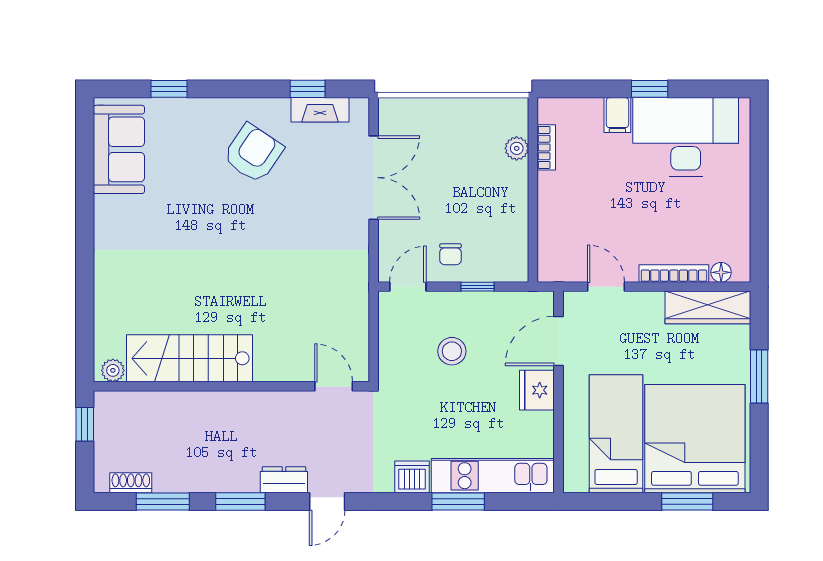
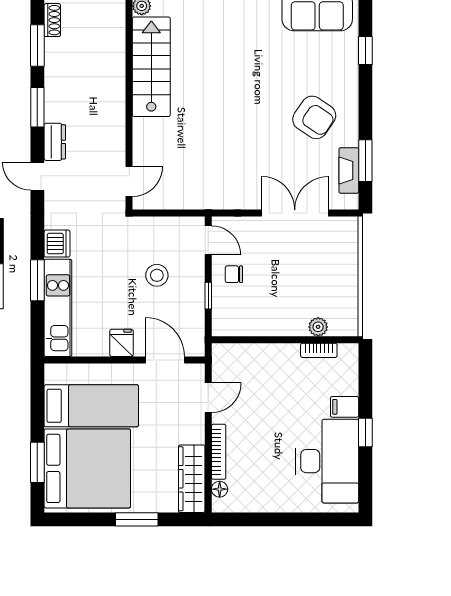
window: (308, 89) -> (365, 161), width x1.50
double door: (374, 178) -> (295, 213), swing flipped
fridge: (537, 390) -> (122, 343), width x0.72

